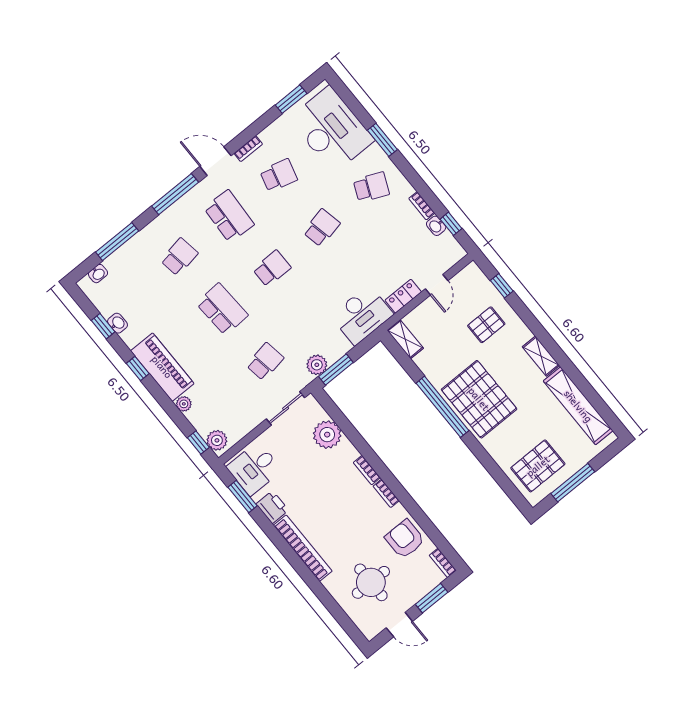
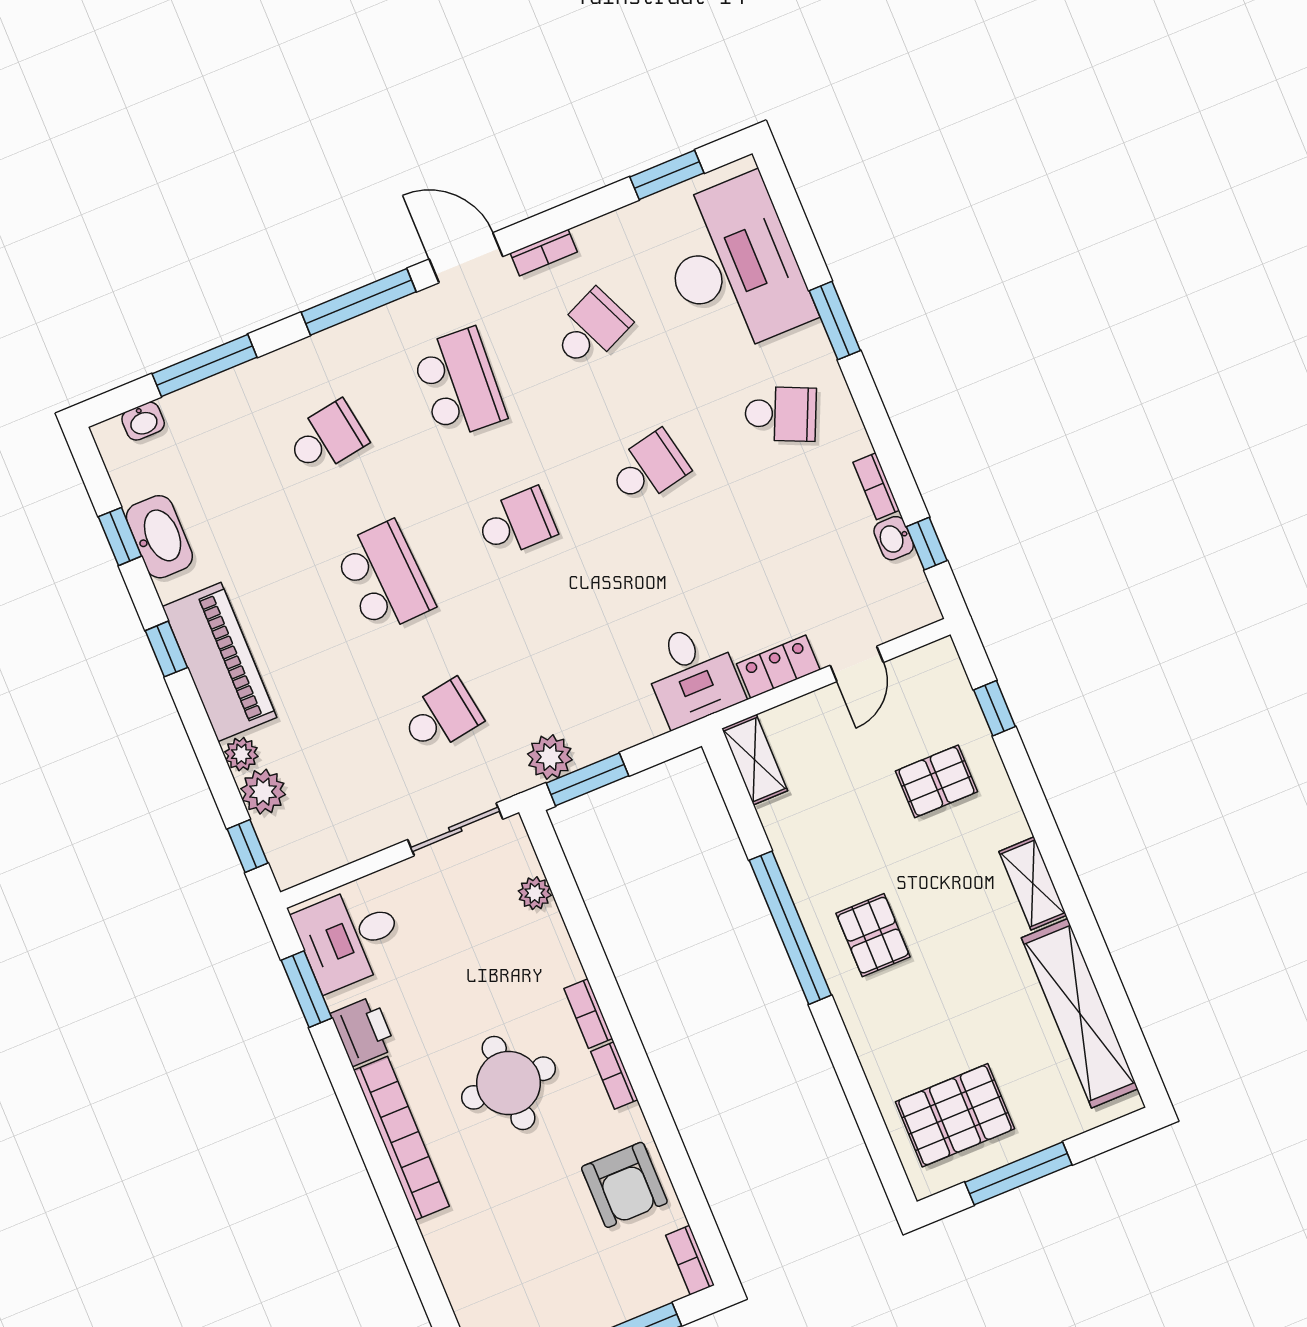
school desk: (279, 175) -> (591, 329), turned -39
desk: (362, 315) -> (692, 674), width x0.73
washbasin: (118, 323) -> (159, 537), width x1.91, depth x1.45
pallet: (479, 399) -> (873, 935), width x0.49, depth x0.50
plant: (327, 435) -> (535, 893), width x0.53, depth x0.53
plant: (217, 440) -> (263, 792), moved
armchair: (405, 539) -> (624, 1185), turned 180
round table: (371, 582) -> (509, 1083), moved

